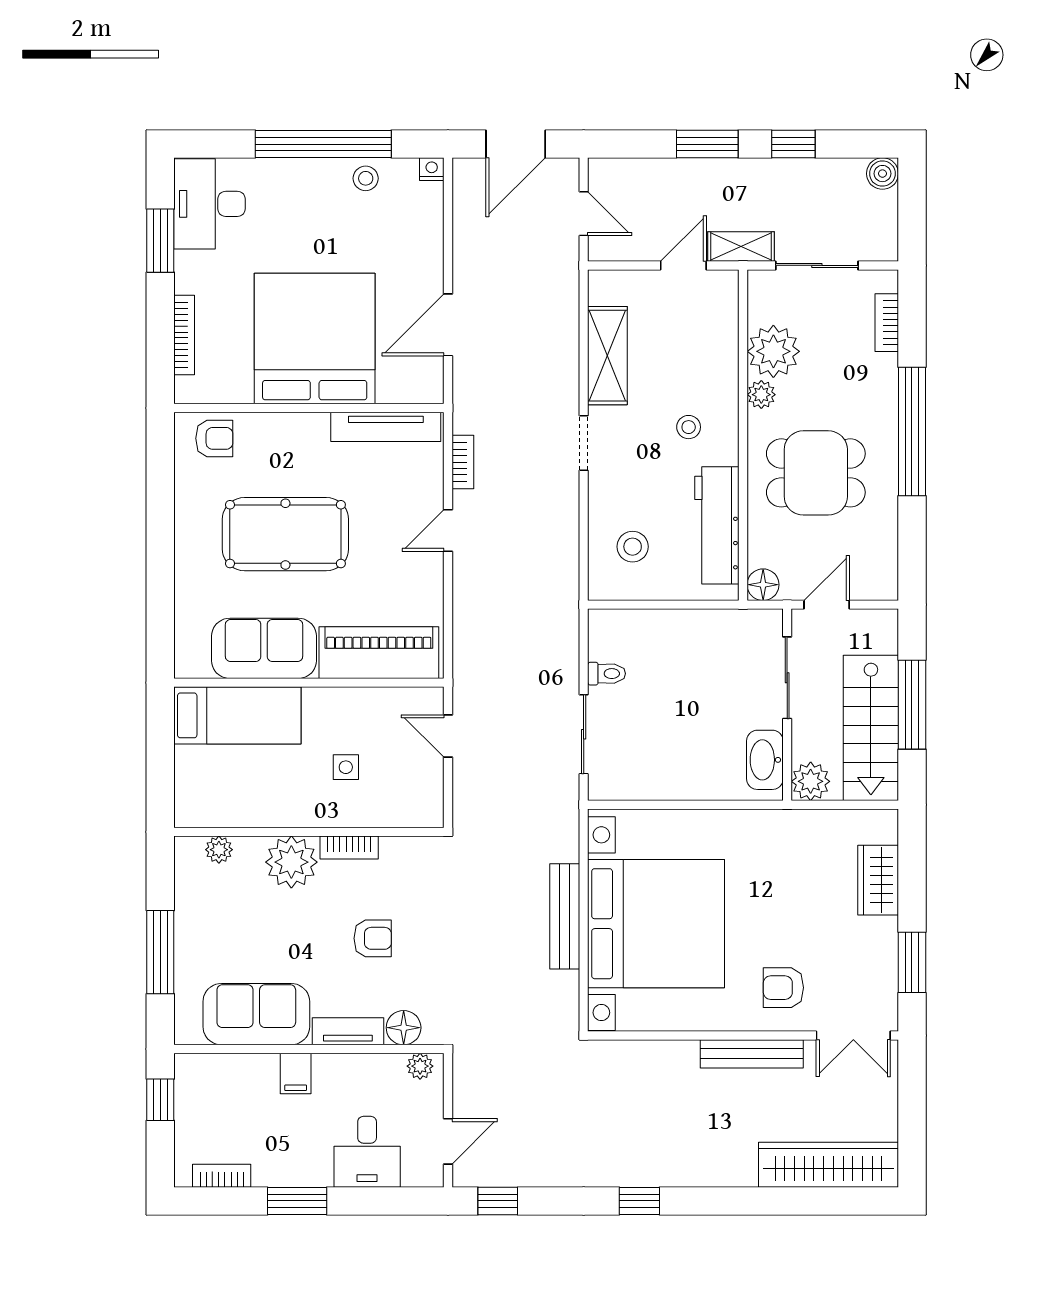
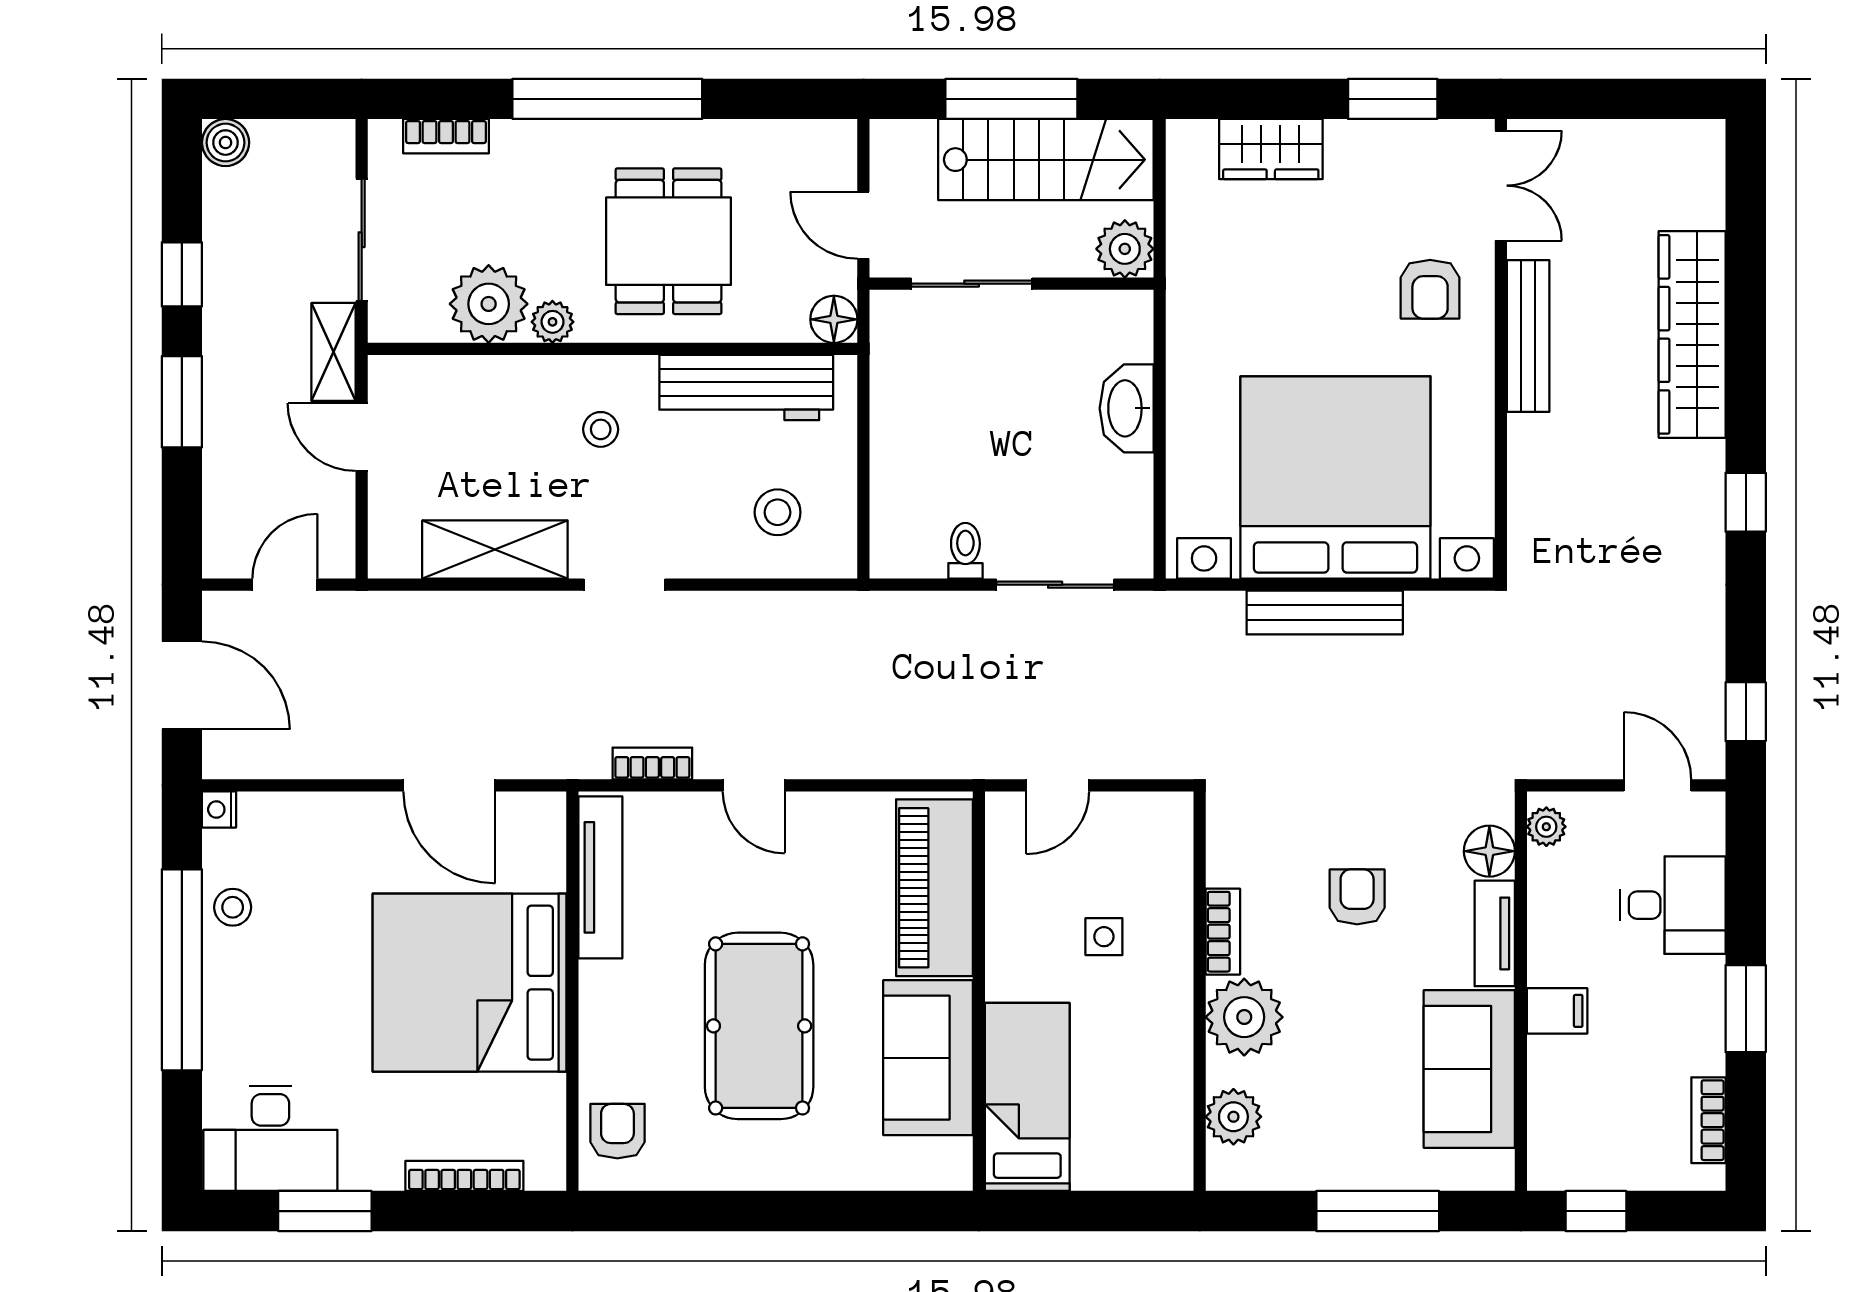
washbasin: (765, 760) -> (1127, 408), moved, turned 90
plant: (219, 850) -> (1233, 1117), width x1.38, depth x1.38
wardrobe: (829, 1165) -> (1692, 334), moved

